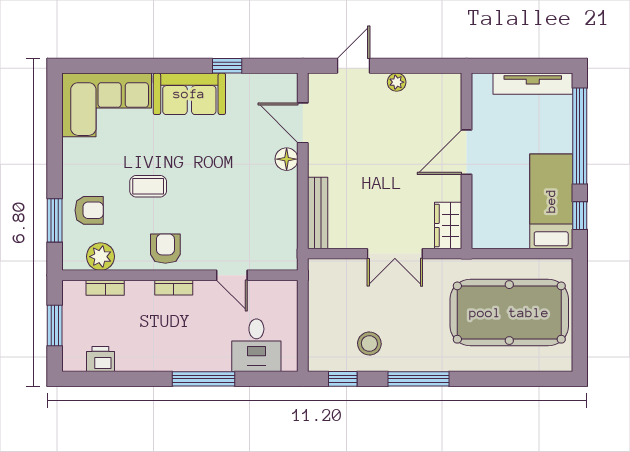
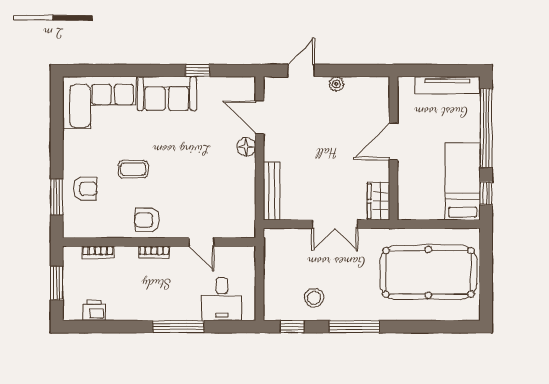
armchair: (165, 249) -> (147, 220), turned -90
plant: (100, 257) -> (94, 227), removed

